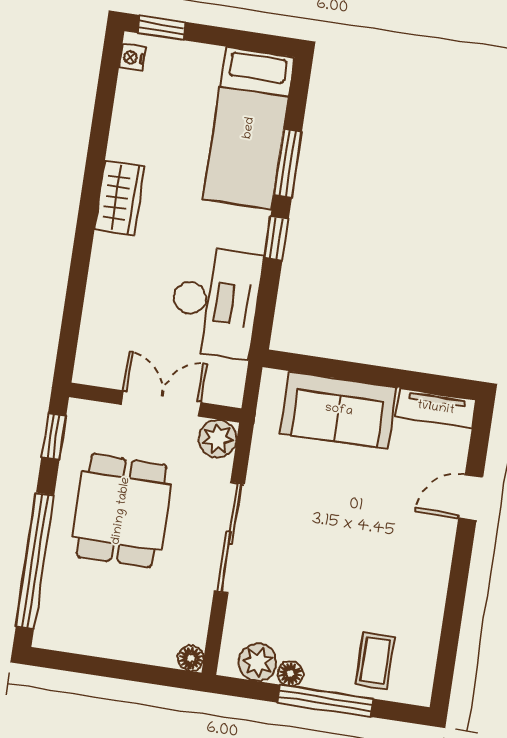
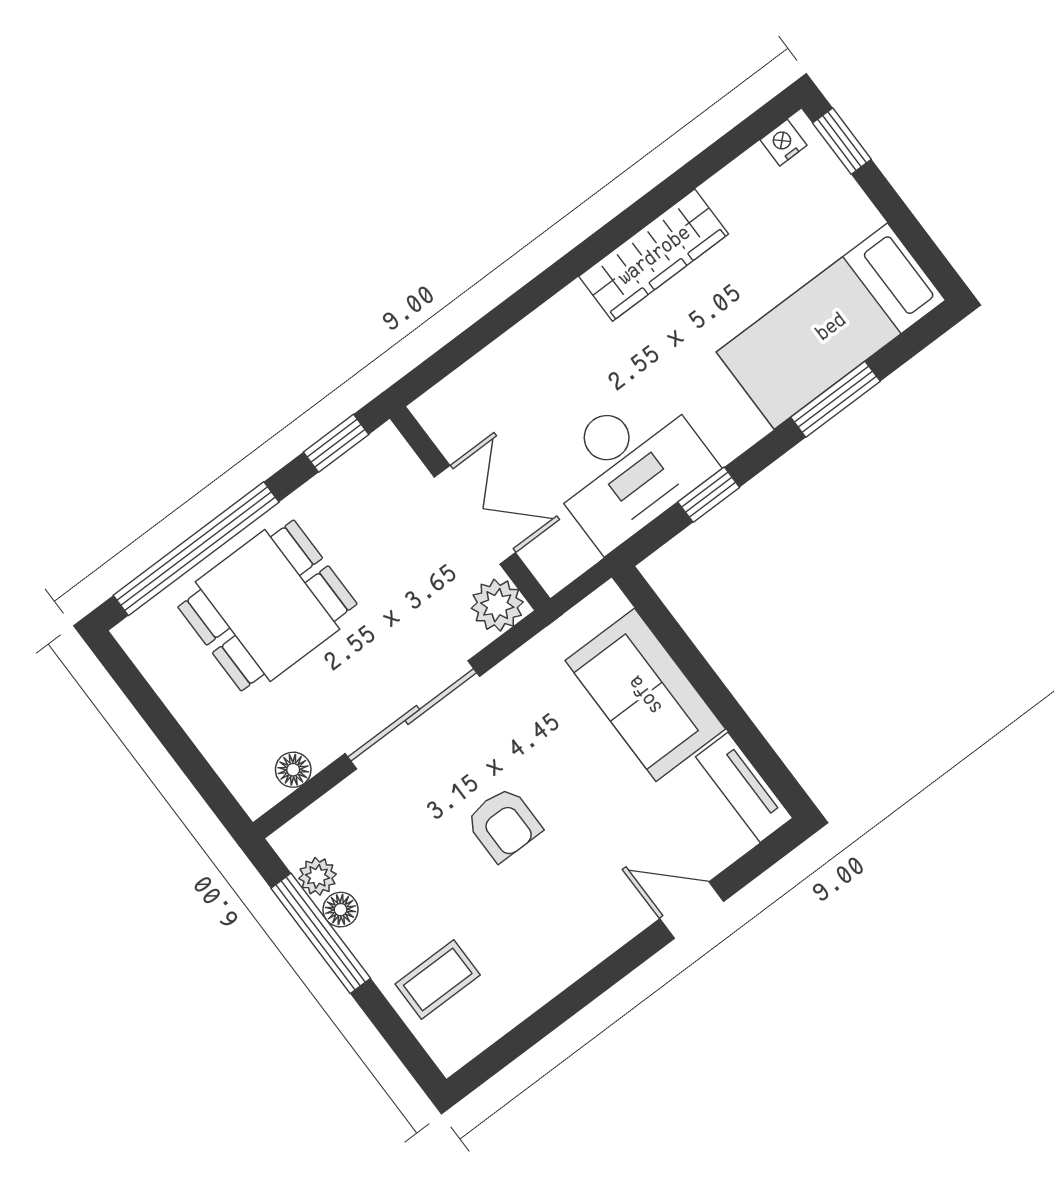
wardrobe: (120, 198) -> (654, 255), width x1.50
window: (276, 238) -> (709, 495), moved
dining table: (121, 511) -> (267, 605), moved
armchair: (331, 548) -> (504, 824), added
floor lamp: (191, 658) -> (293, 770), moved
plant: (258, 662) -> (317, 876), width x0.73, depth x0.73
window: (325, 701) -> (321, 933), moved

